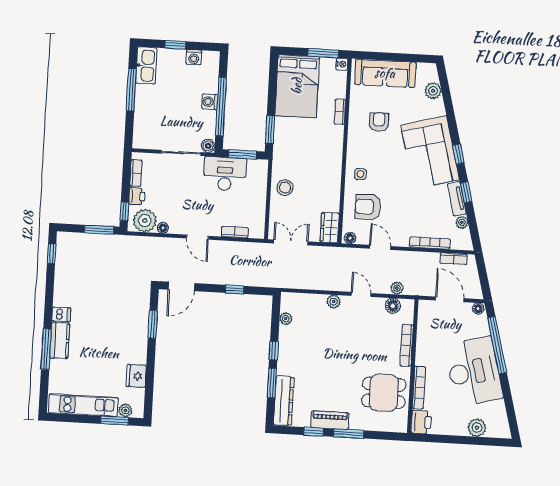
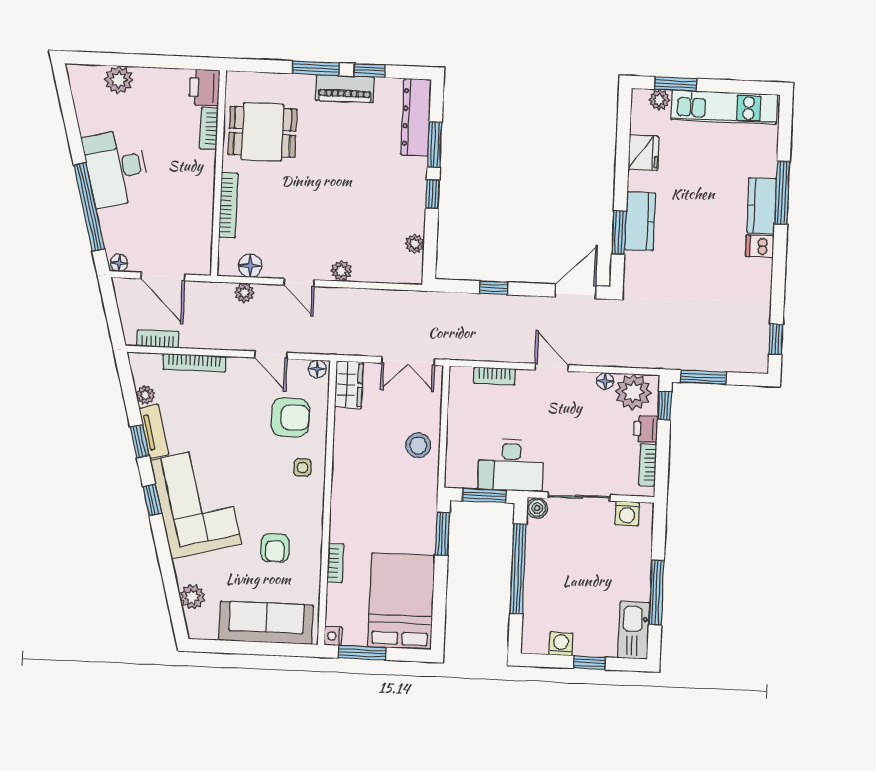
washing machine: (210, 102) -> (627, 513), moved, turned 90
kitchen counter: (139, 332) -> (640, 221), added
desk: (474, 372) -> (116, 168), width x0.73, depth x0.77
bookcase: (419, 388) -> (209, 129), width x0.64

